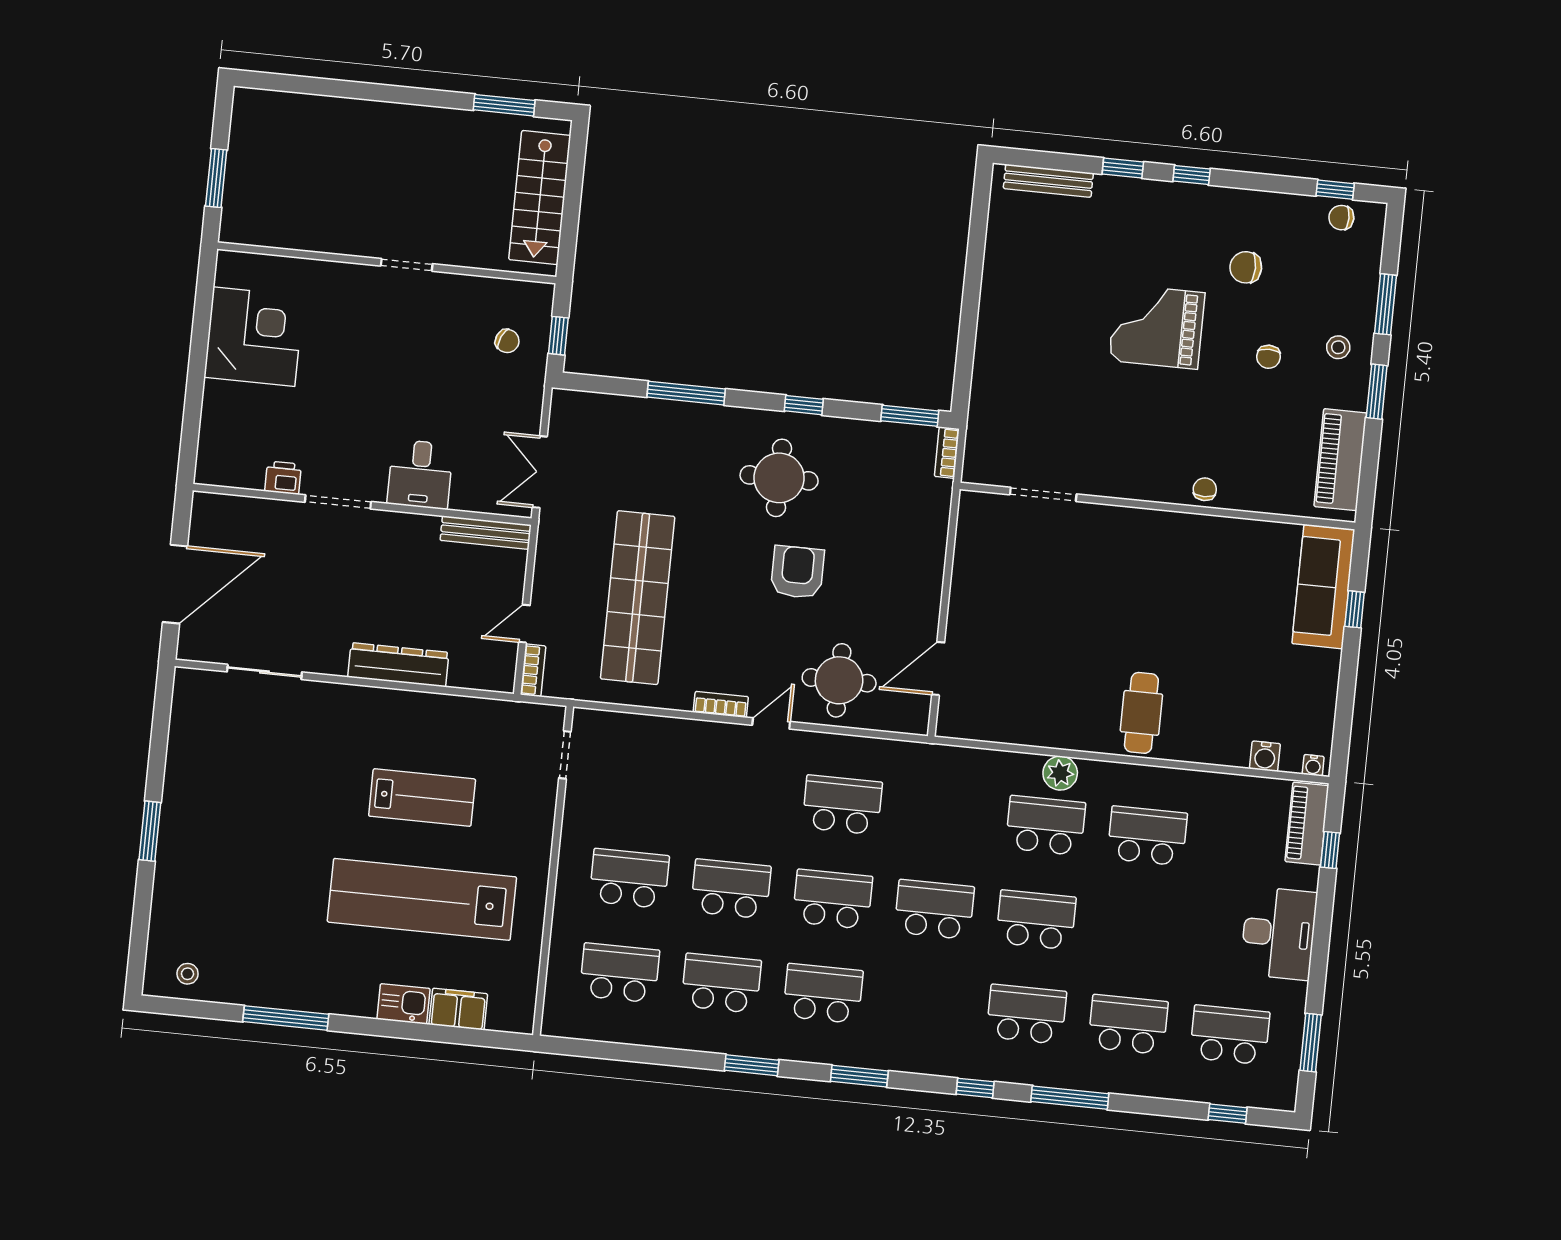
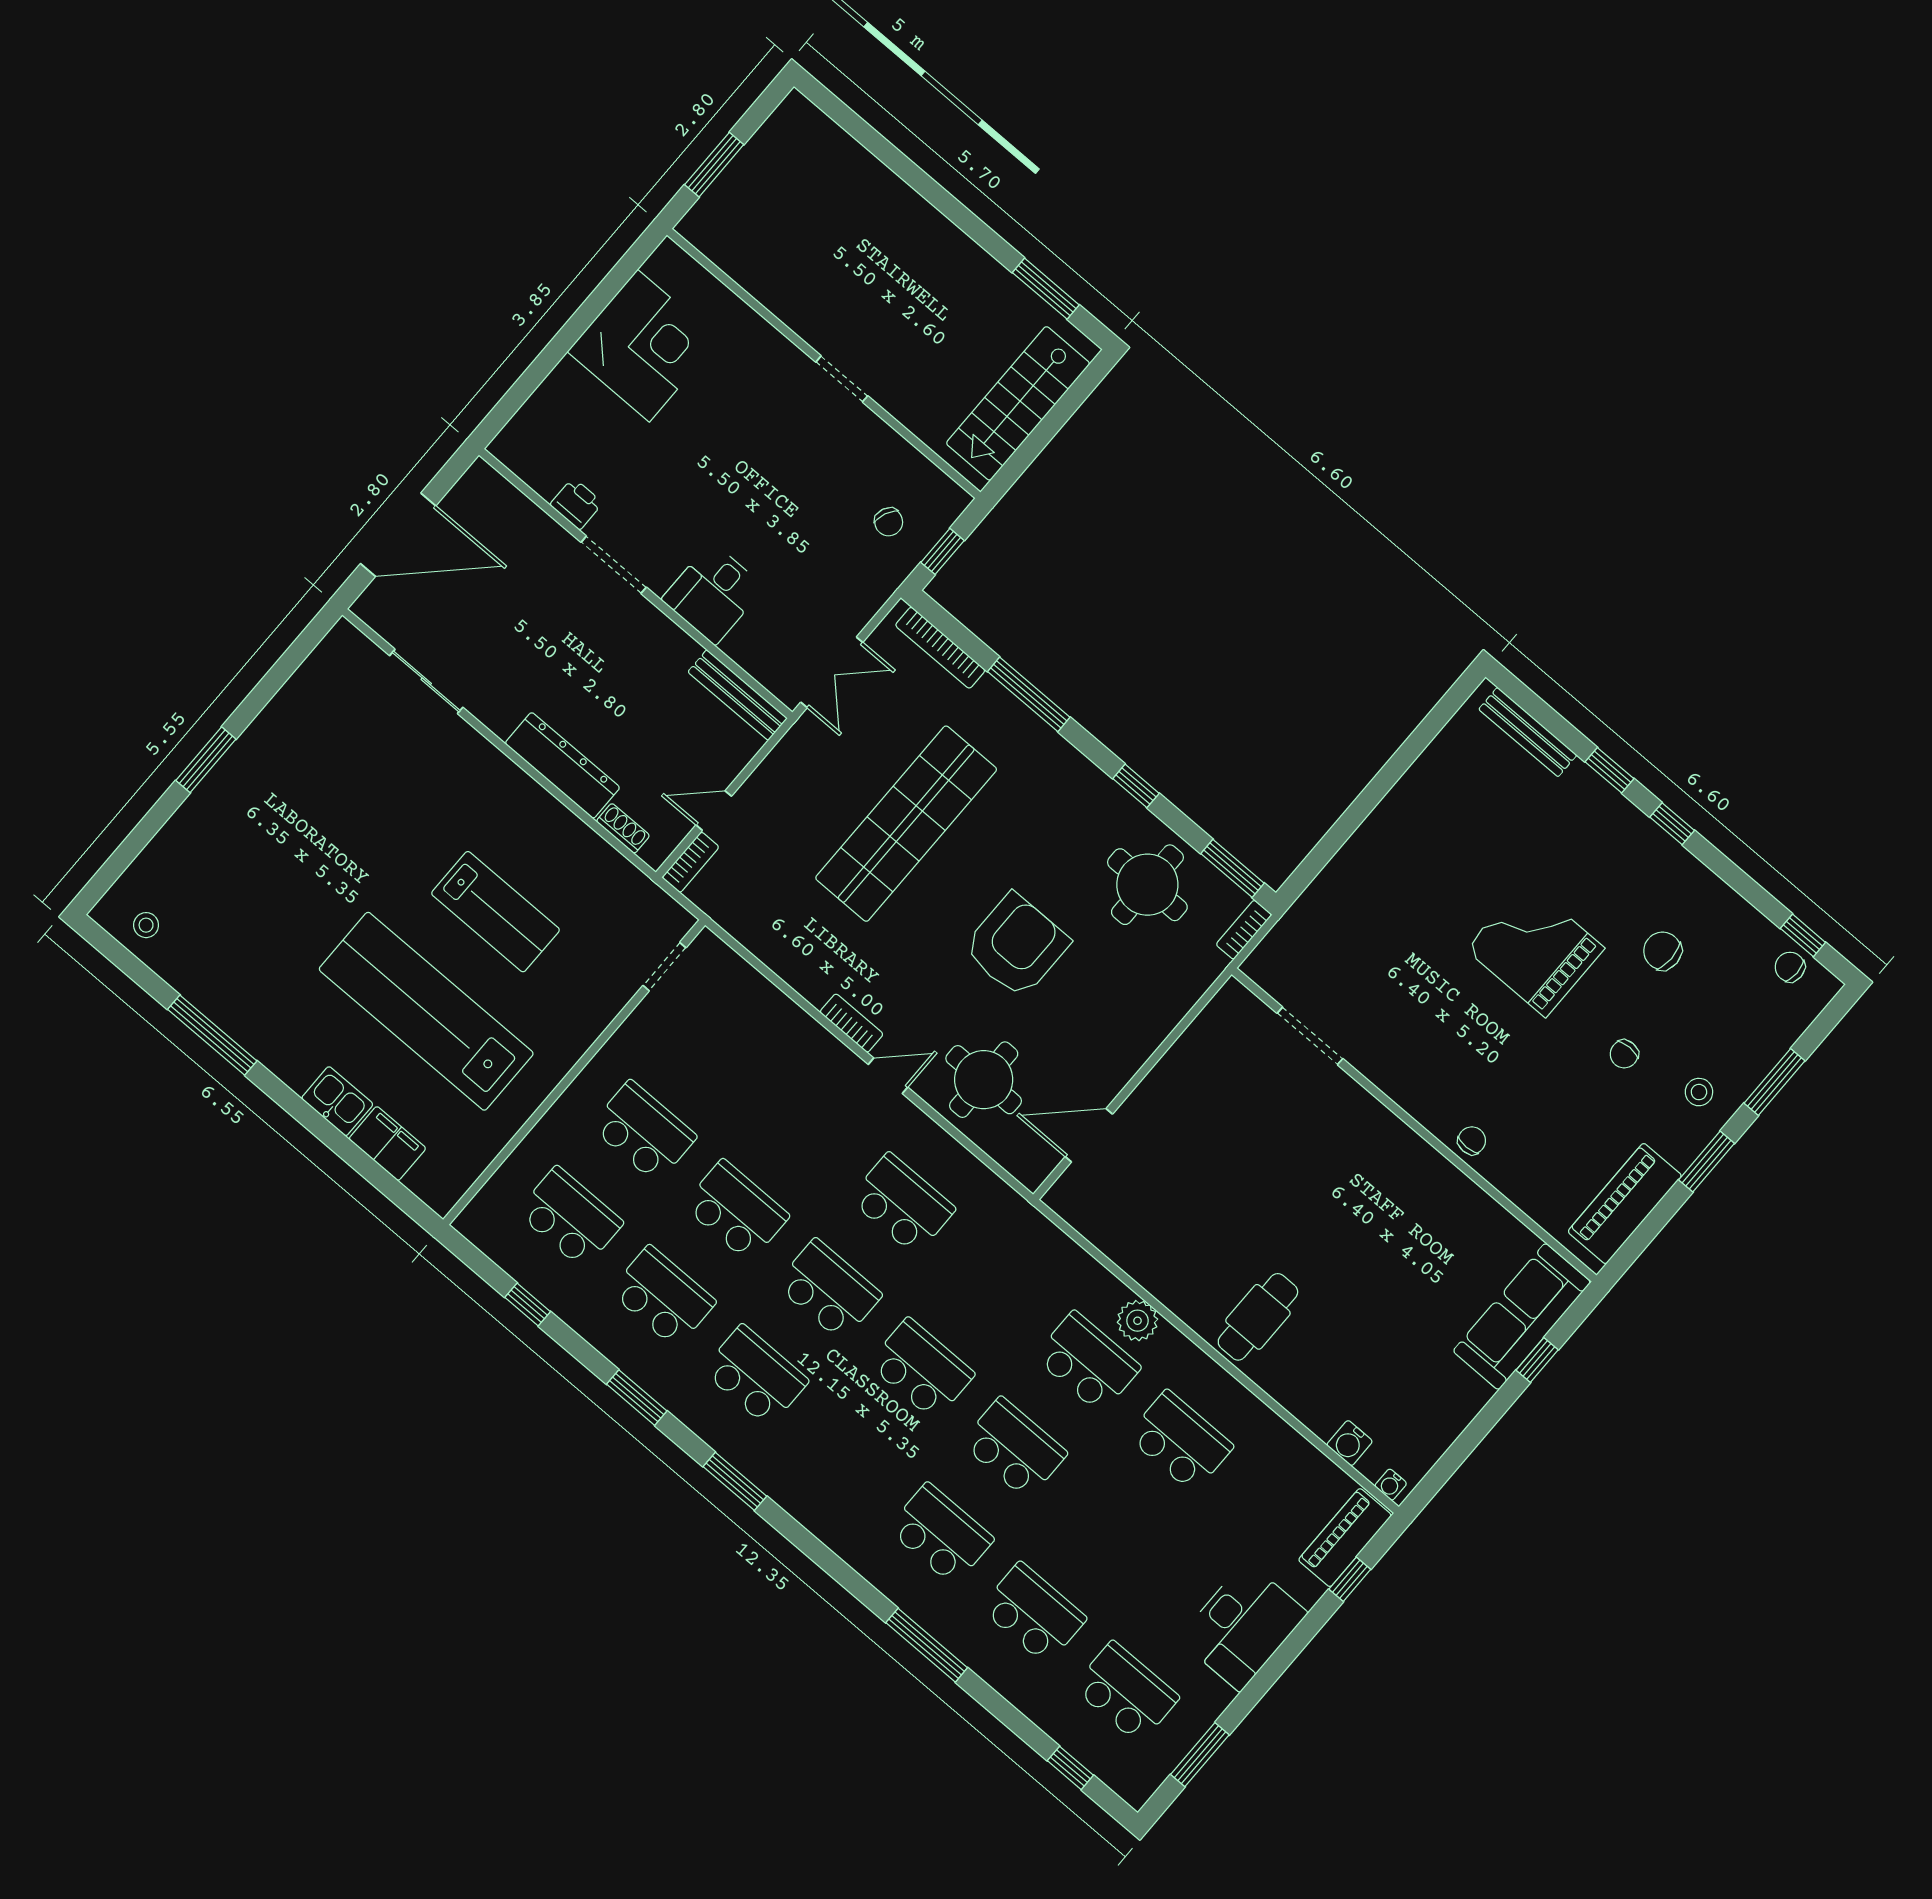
bookcase: (603, 403) -> (940, 648), added
double door: (540, 472) -> (832, 672), swing flipped
round table: (779, 478) -> (1147, 885), moved
armchair: (797, 572) -> (1016, 945), width x1.36, depth x1.36
shop shelf: (638, 598) -> (906, 824), moved
shoe rack: (470, 679) -> (623, 828), added
window: (975, 1088) -> (528, 1304), moved

